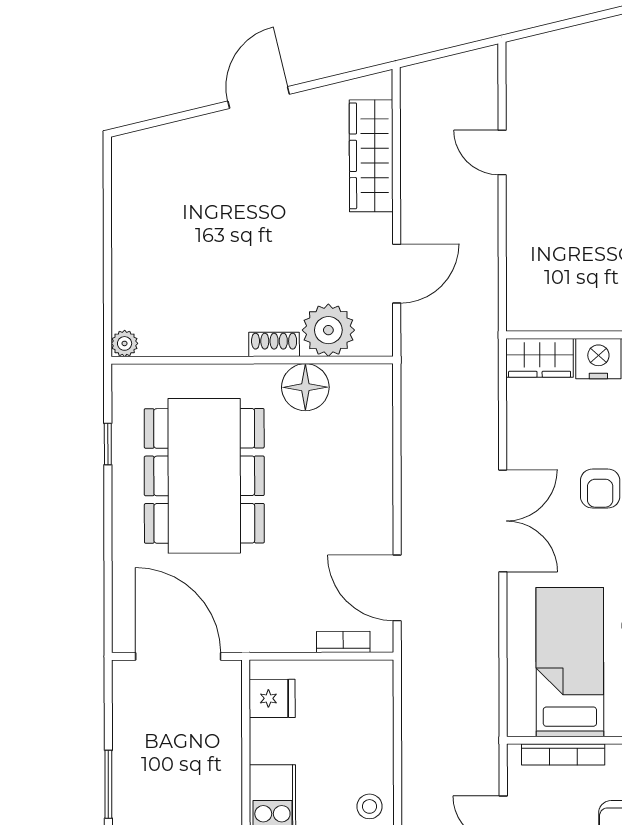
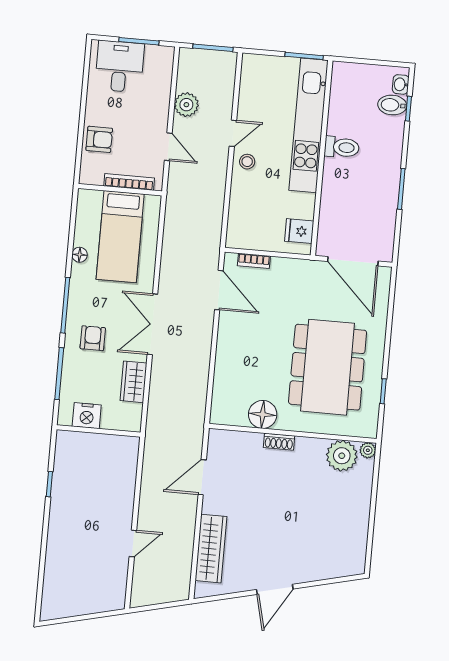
door: (502, 152) -> (133, 543), hinge flipped
plant: (328, 330) -> (342, 456), moved
wardrobe: (540, 358) -> (133, 382), moved, turned -90

